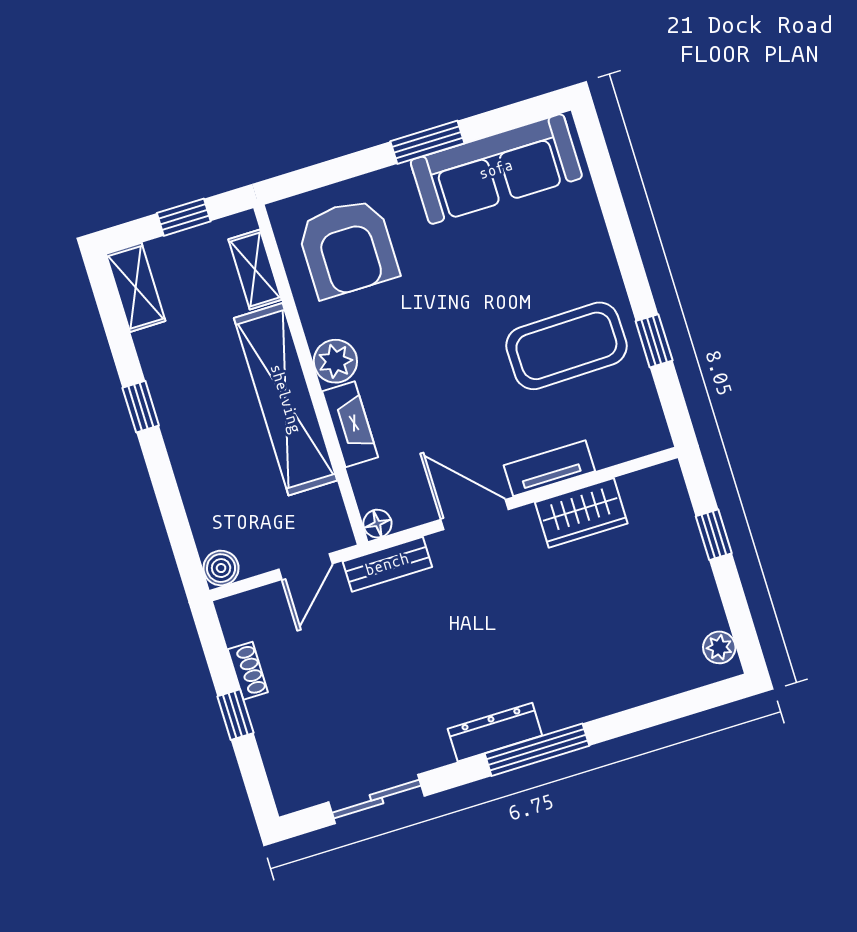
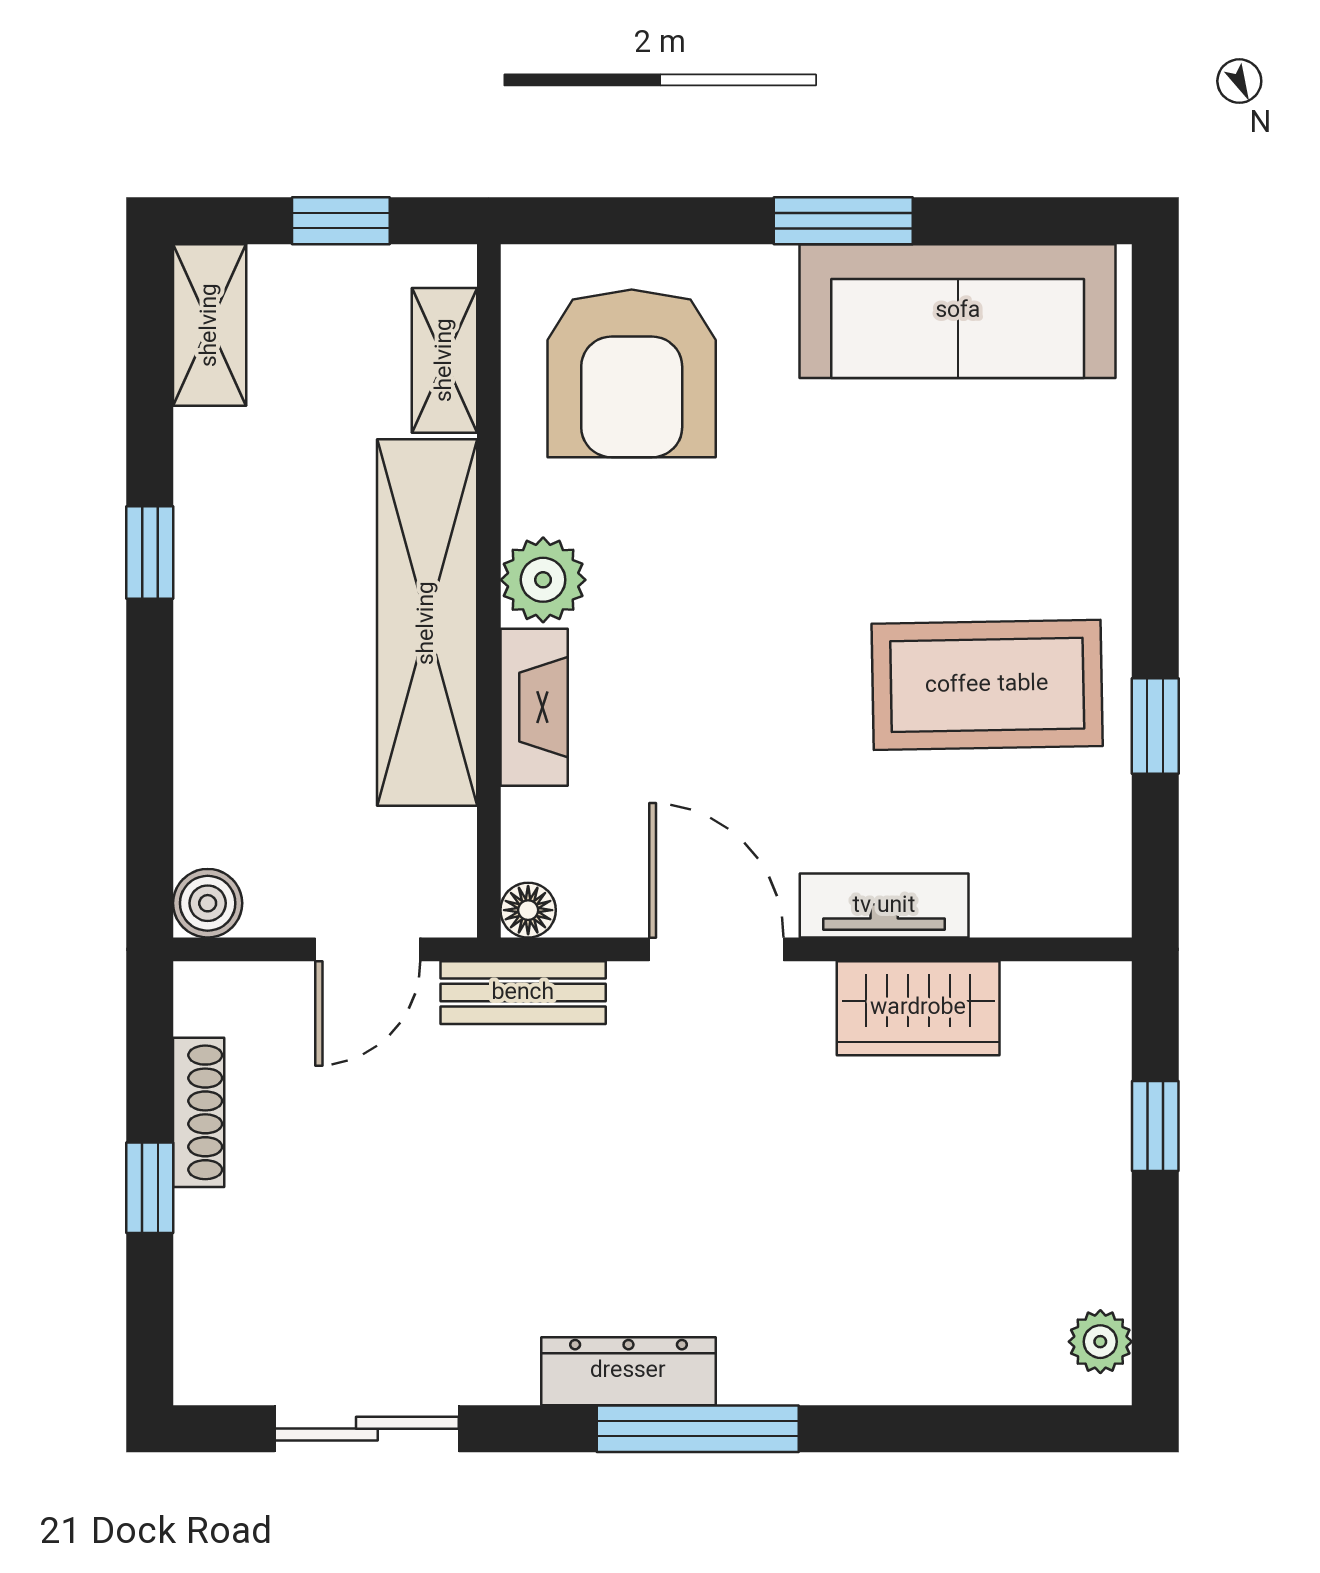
shoe rack: (248, 671) -> (199, 1112), width x1.43

